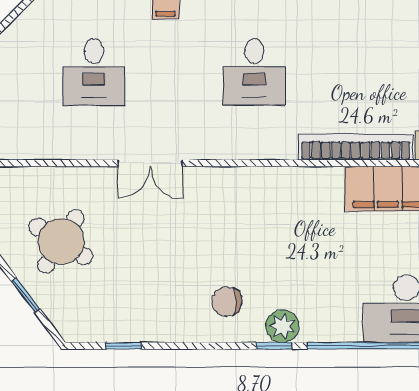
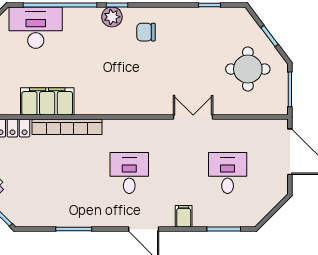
round table: (61, 241) -> (248, 69), turned -32
chair: (227, 302) -> (146, 32), turned 180

